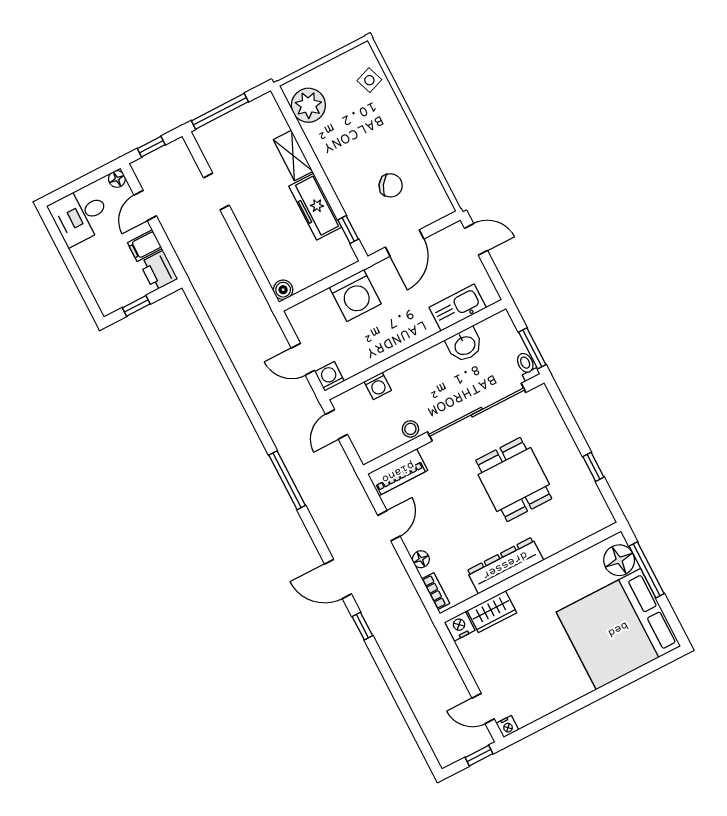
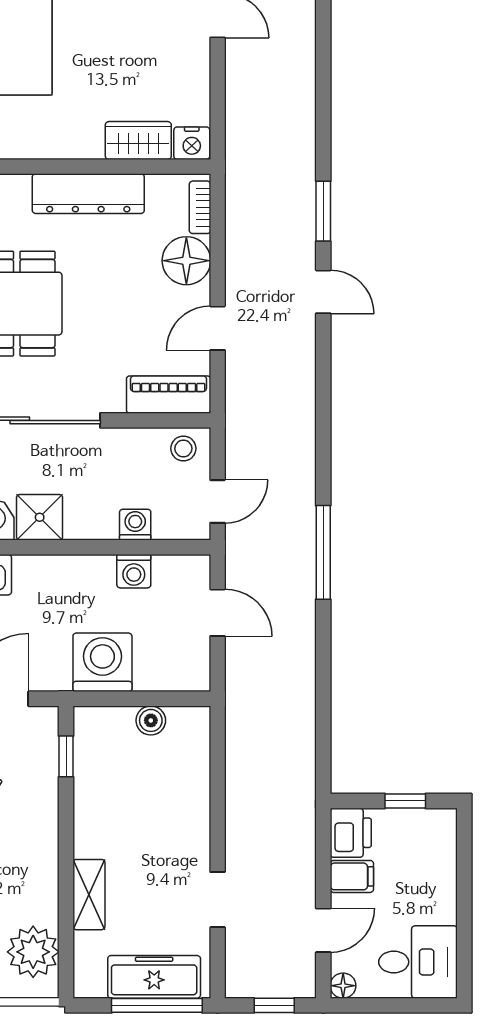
freezer: (315, 207) -> (154, 977), moved, turned -90
boiler: (283, 290) -> (151, 720), moved
shower: (436, 361) -> (40, 517), added
washing machine: (329, 376) -> (134, 571), moved
stool: (410, 429) -> (183, 448), moved
window: (287, 480) -> (323, 552), moved
floor lamp: (421, 559) -> (186, 261), width x1.89, depth x1.89
door: (338, 579) -> (323, 292), width x0.73
window: (362, 626) -> (323, 211), width x1.50

